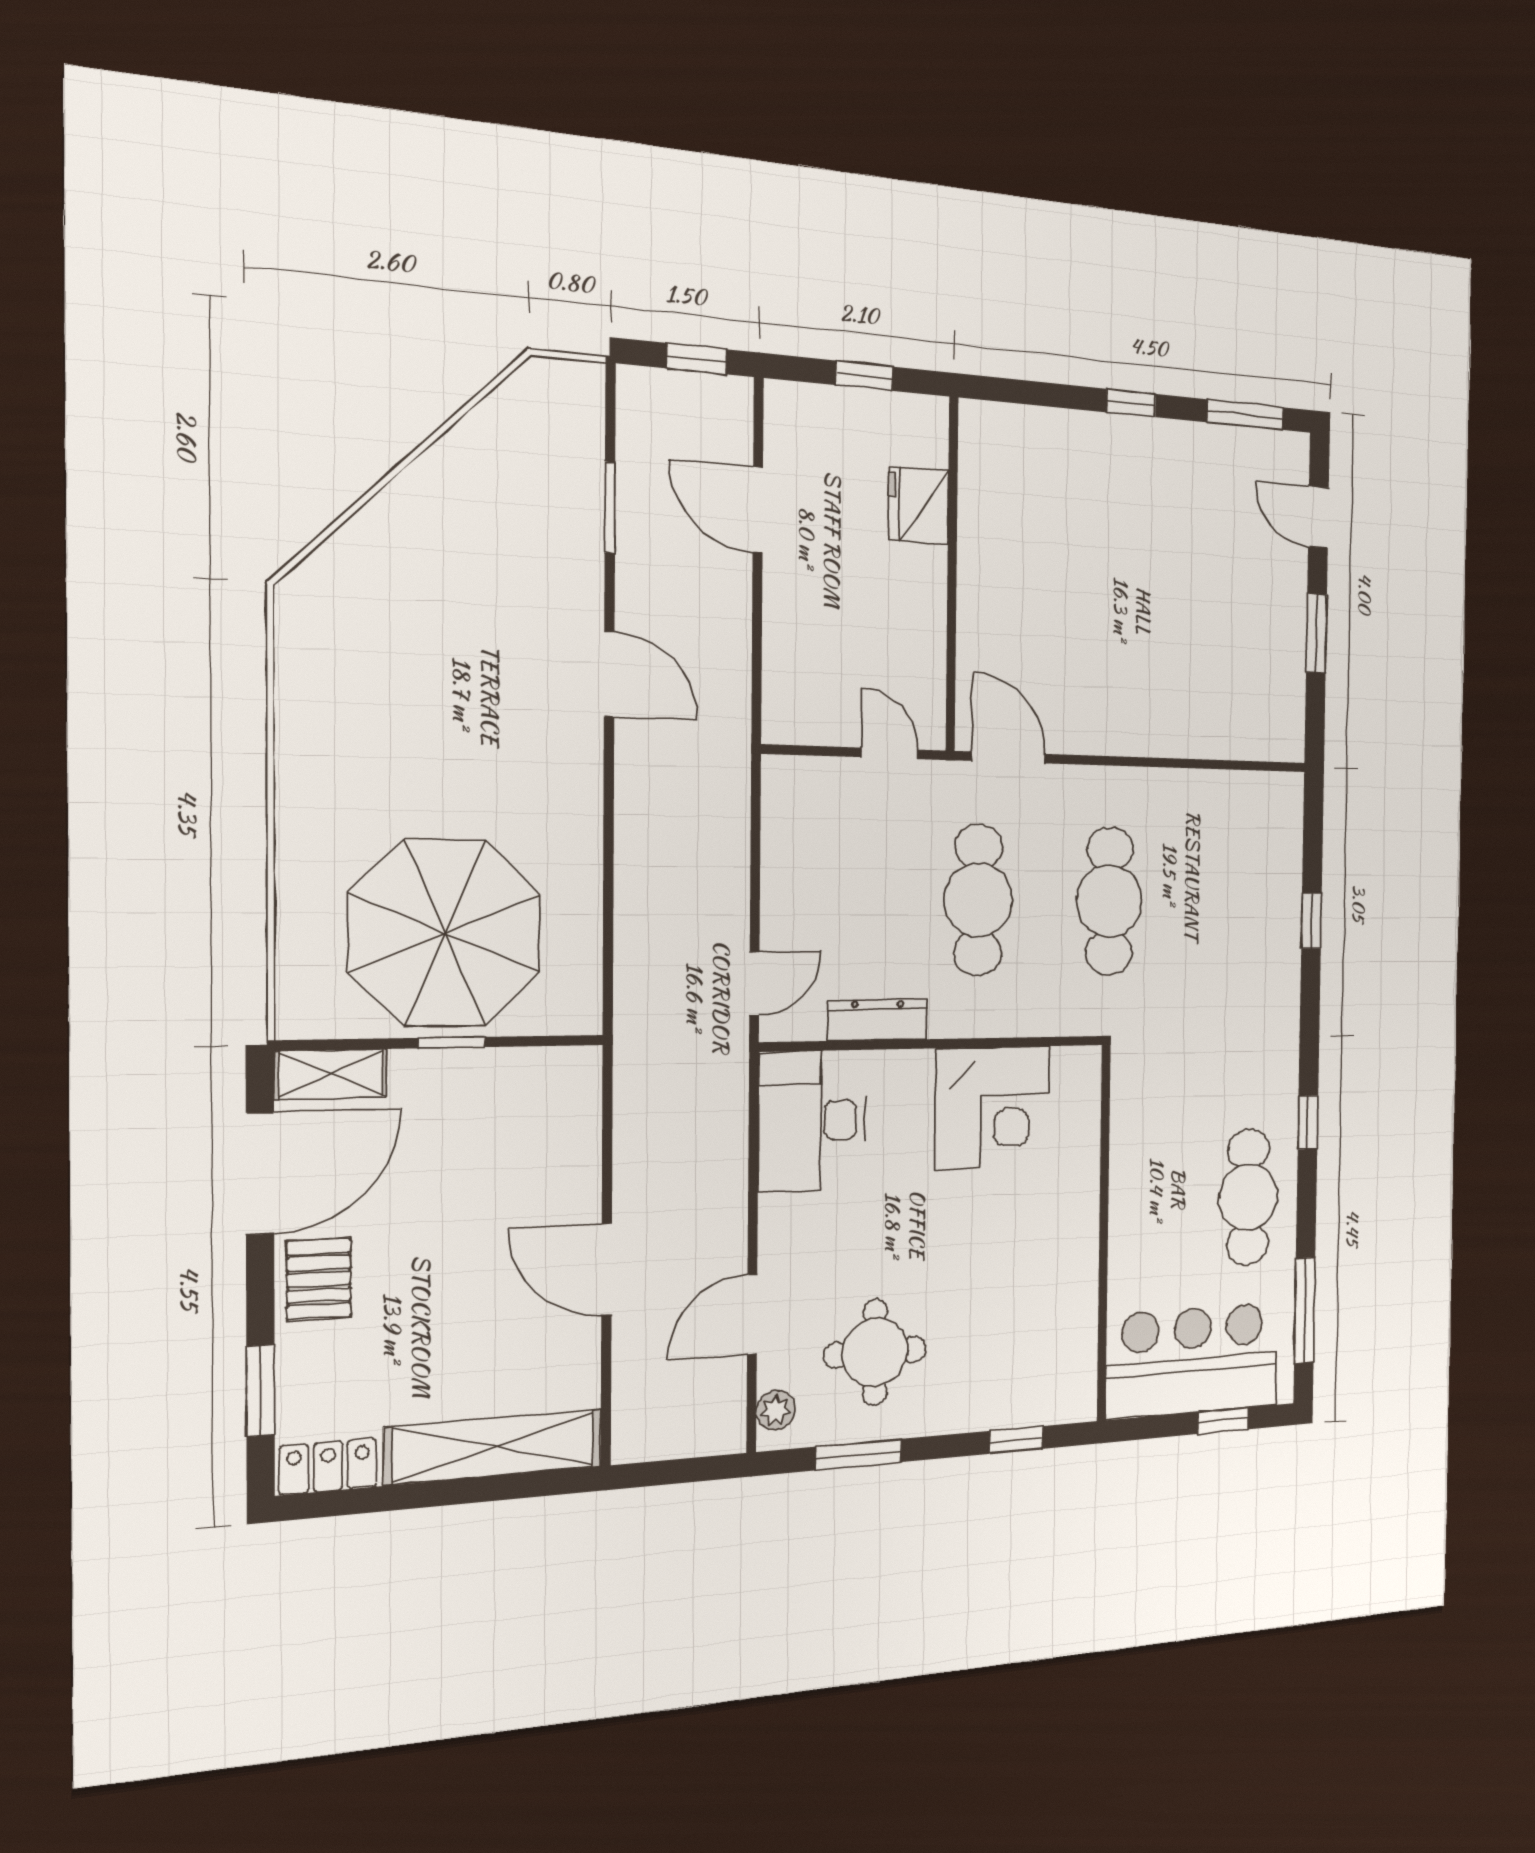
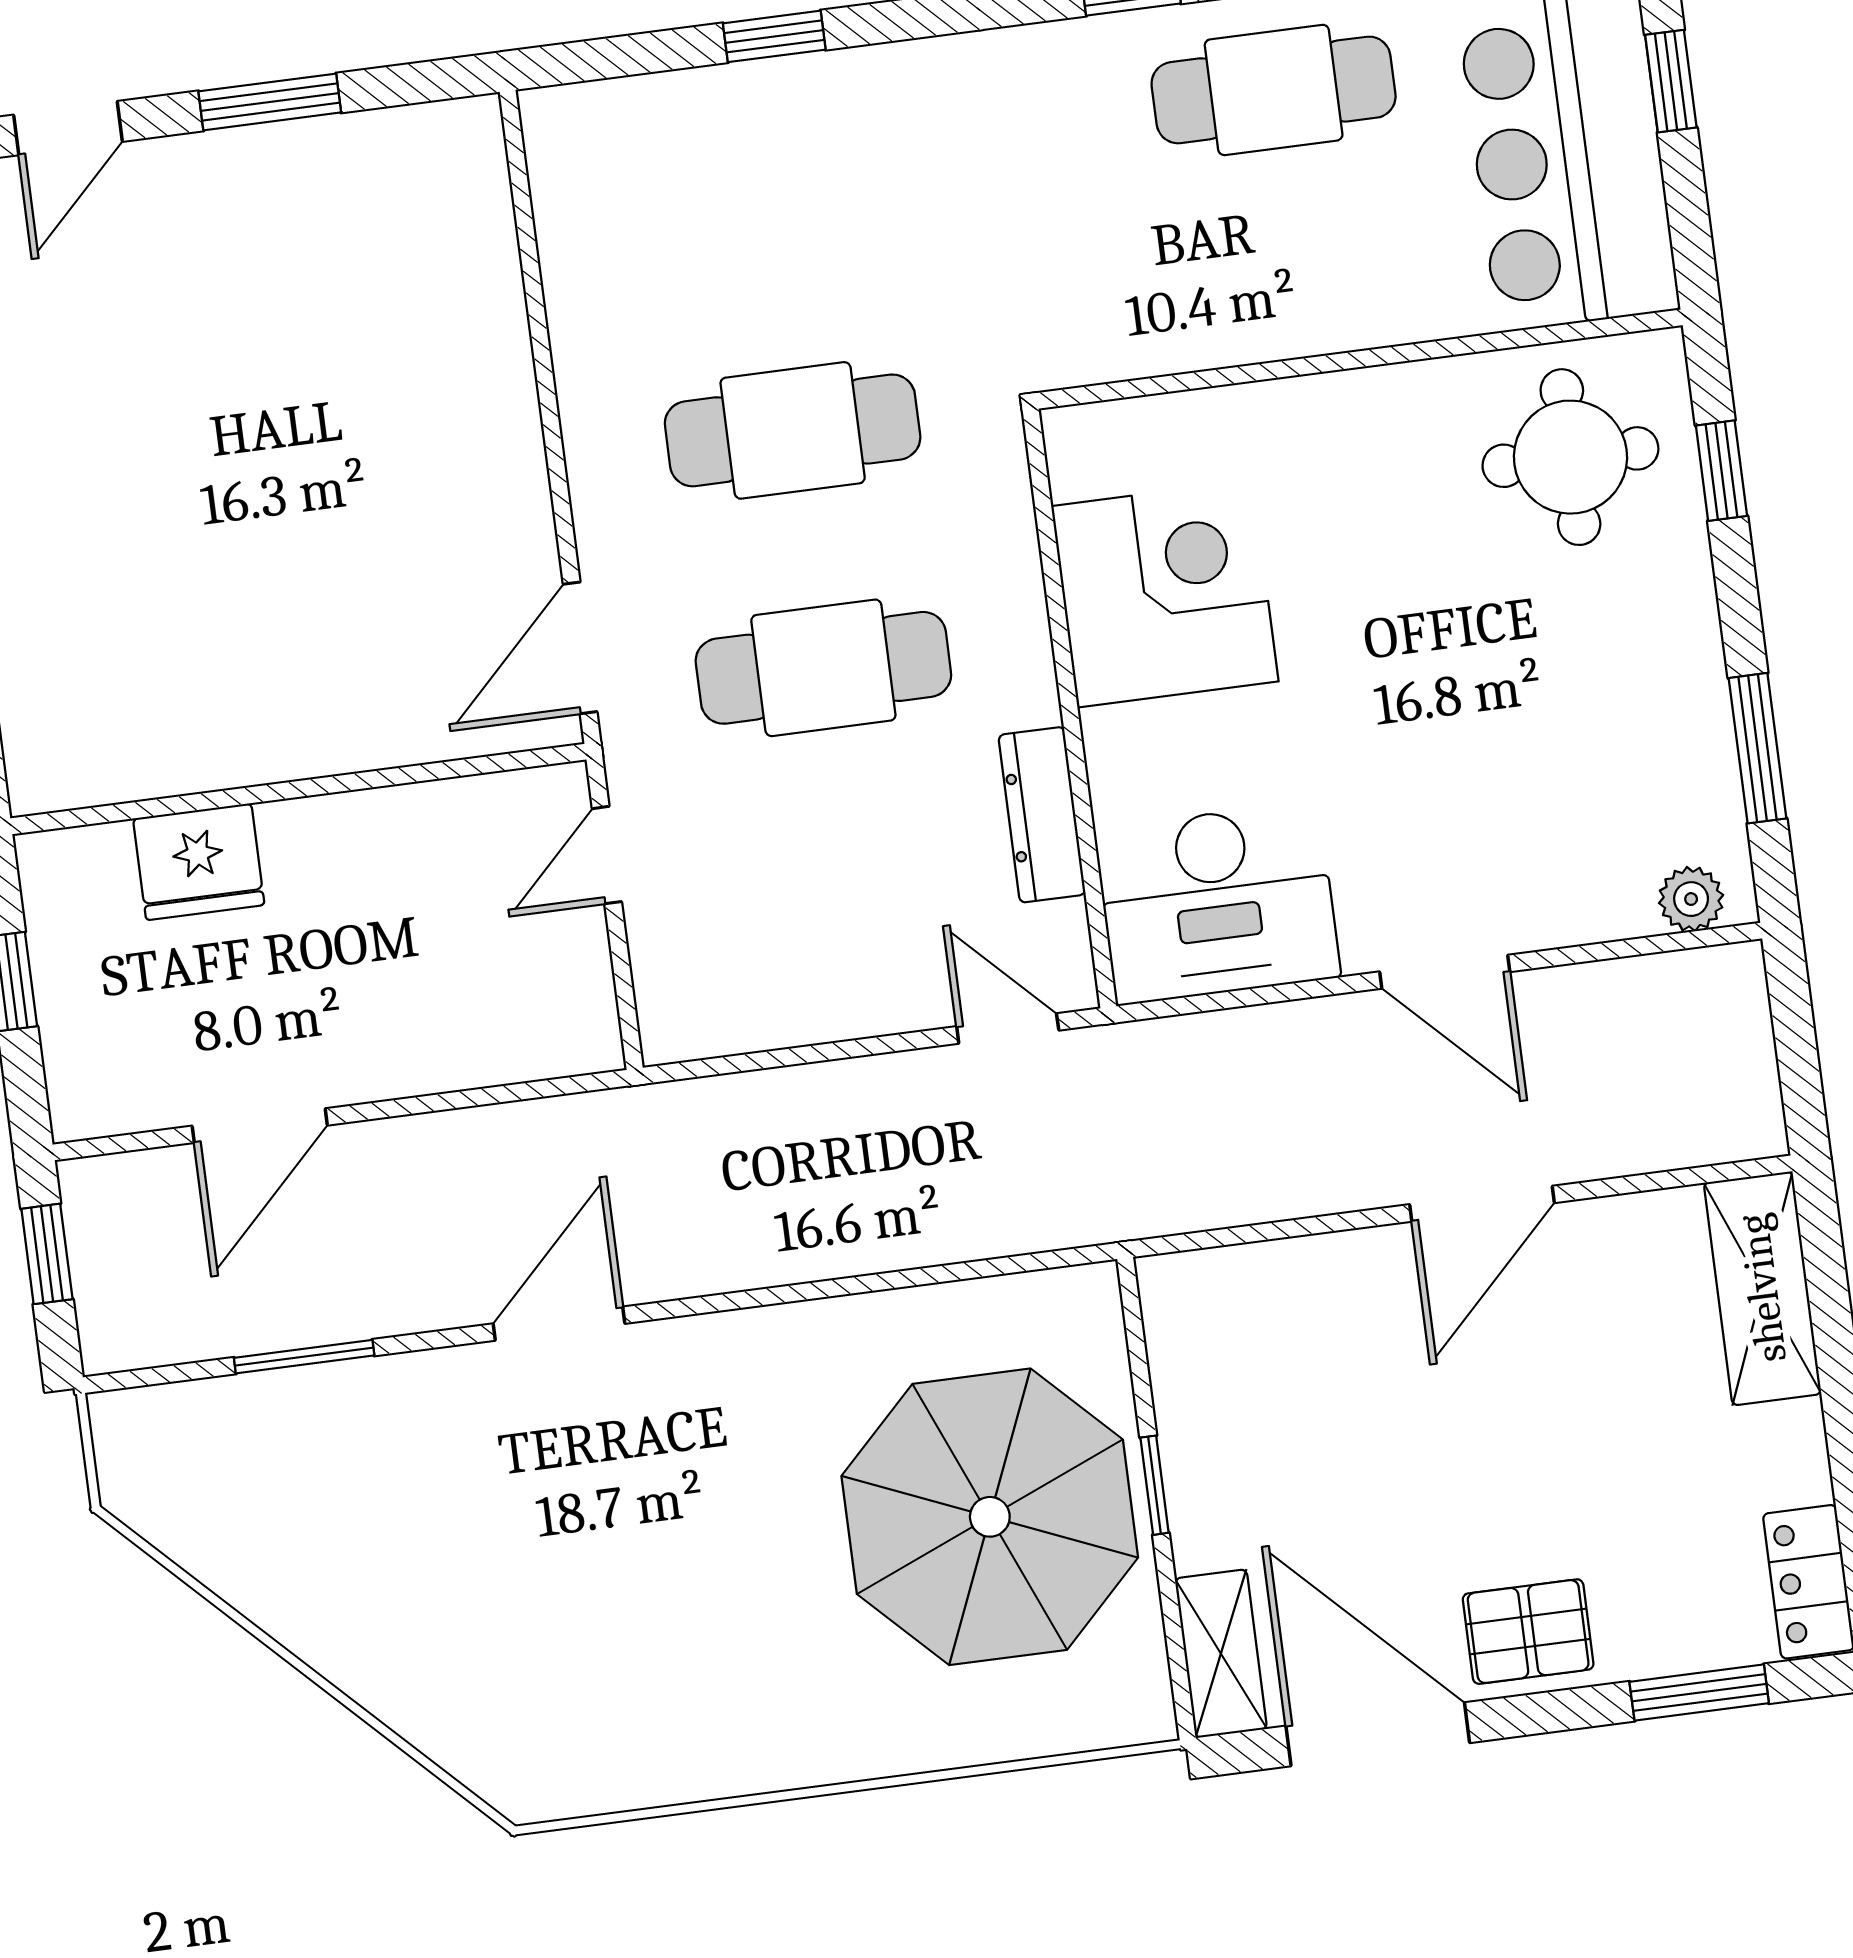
door: (752, 1314) -> (1445, 972), moved
round table: (875, 1352) -> (1570, 457), moved
shelving: (494, 1447) -> (1763, 1288), width x0.68

